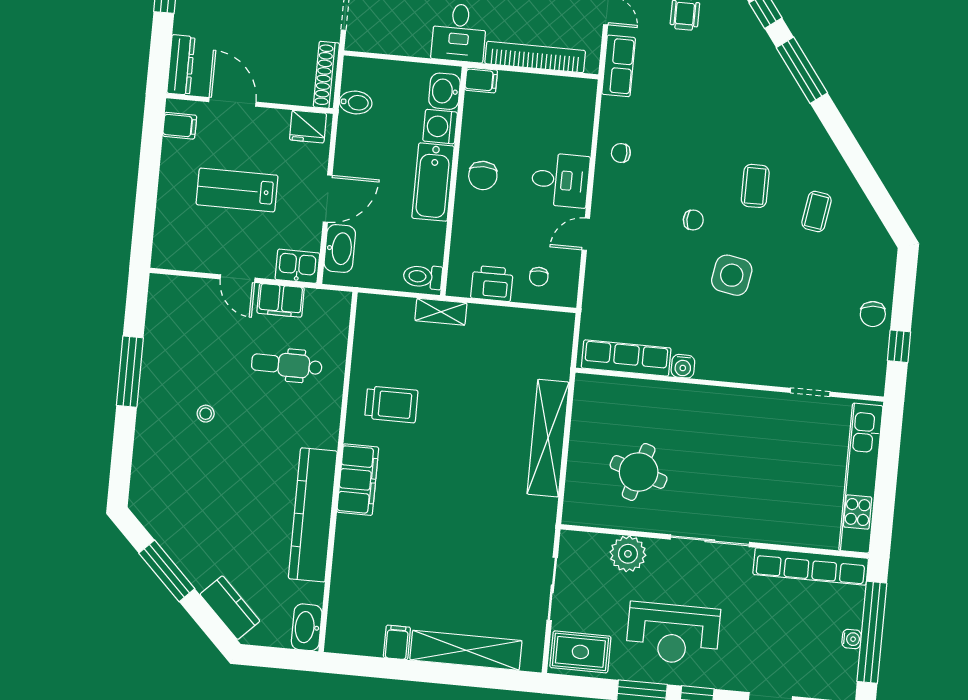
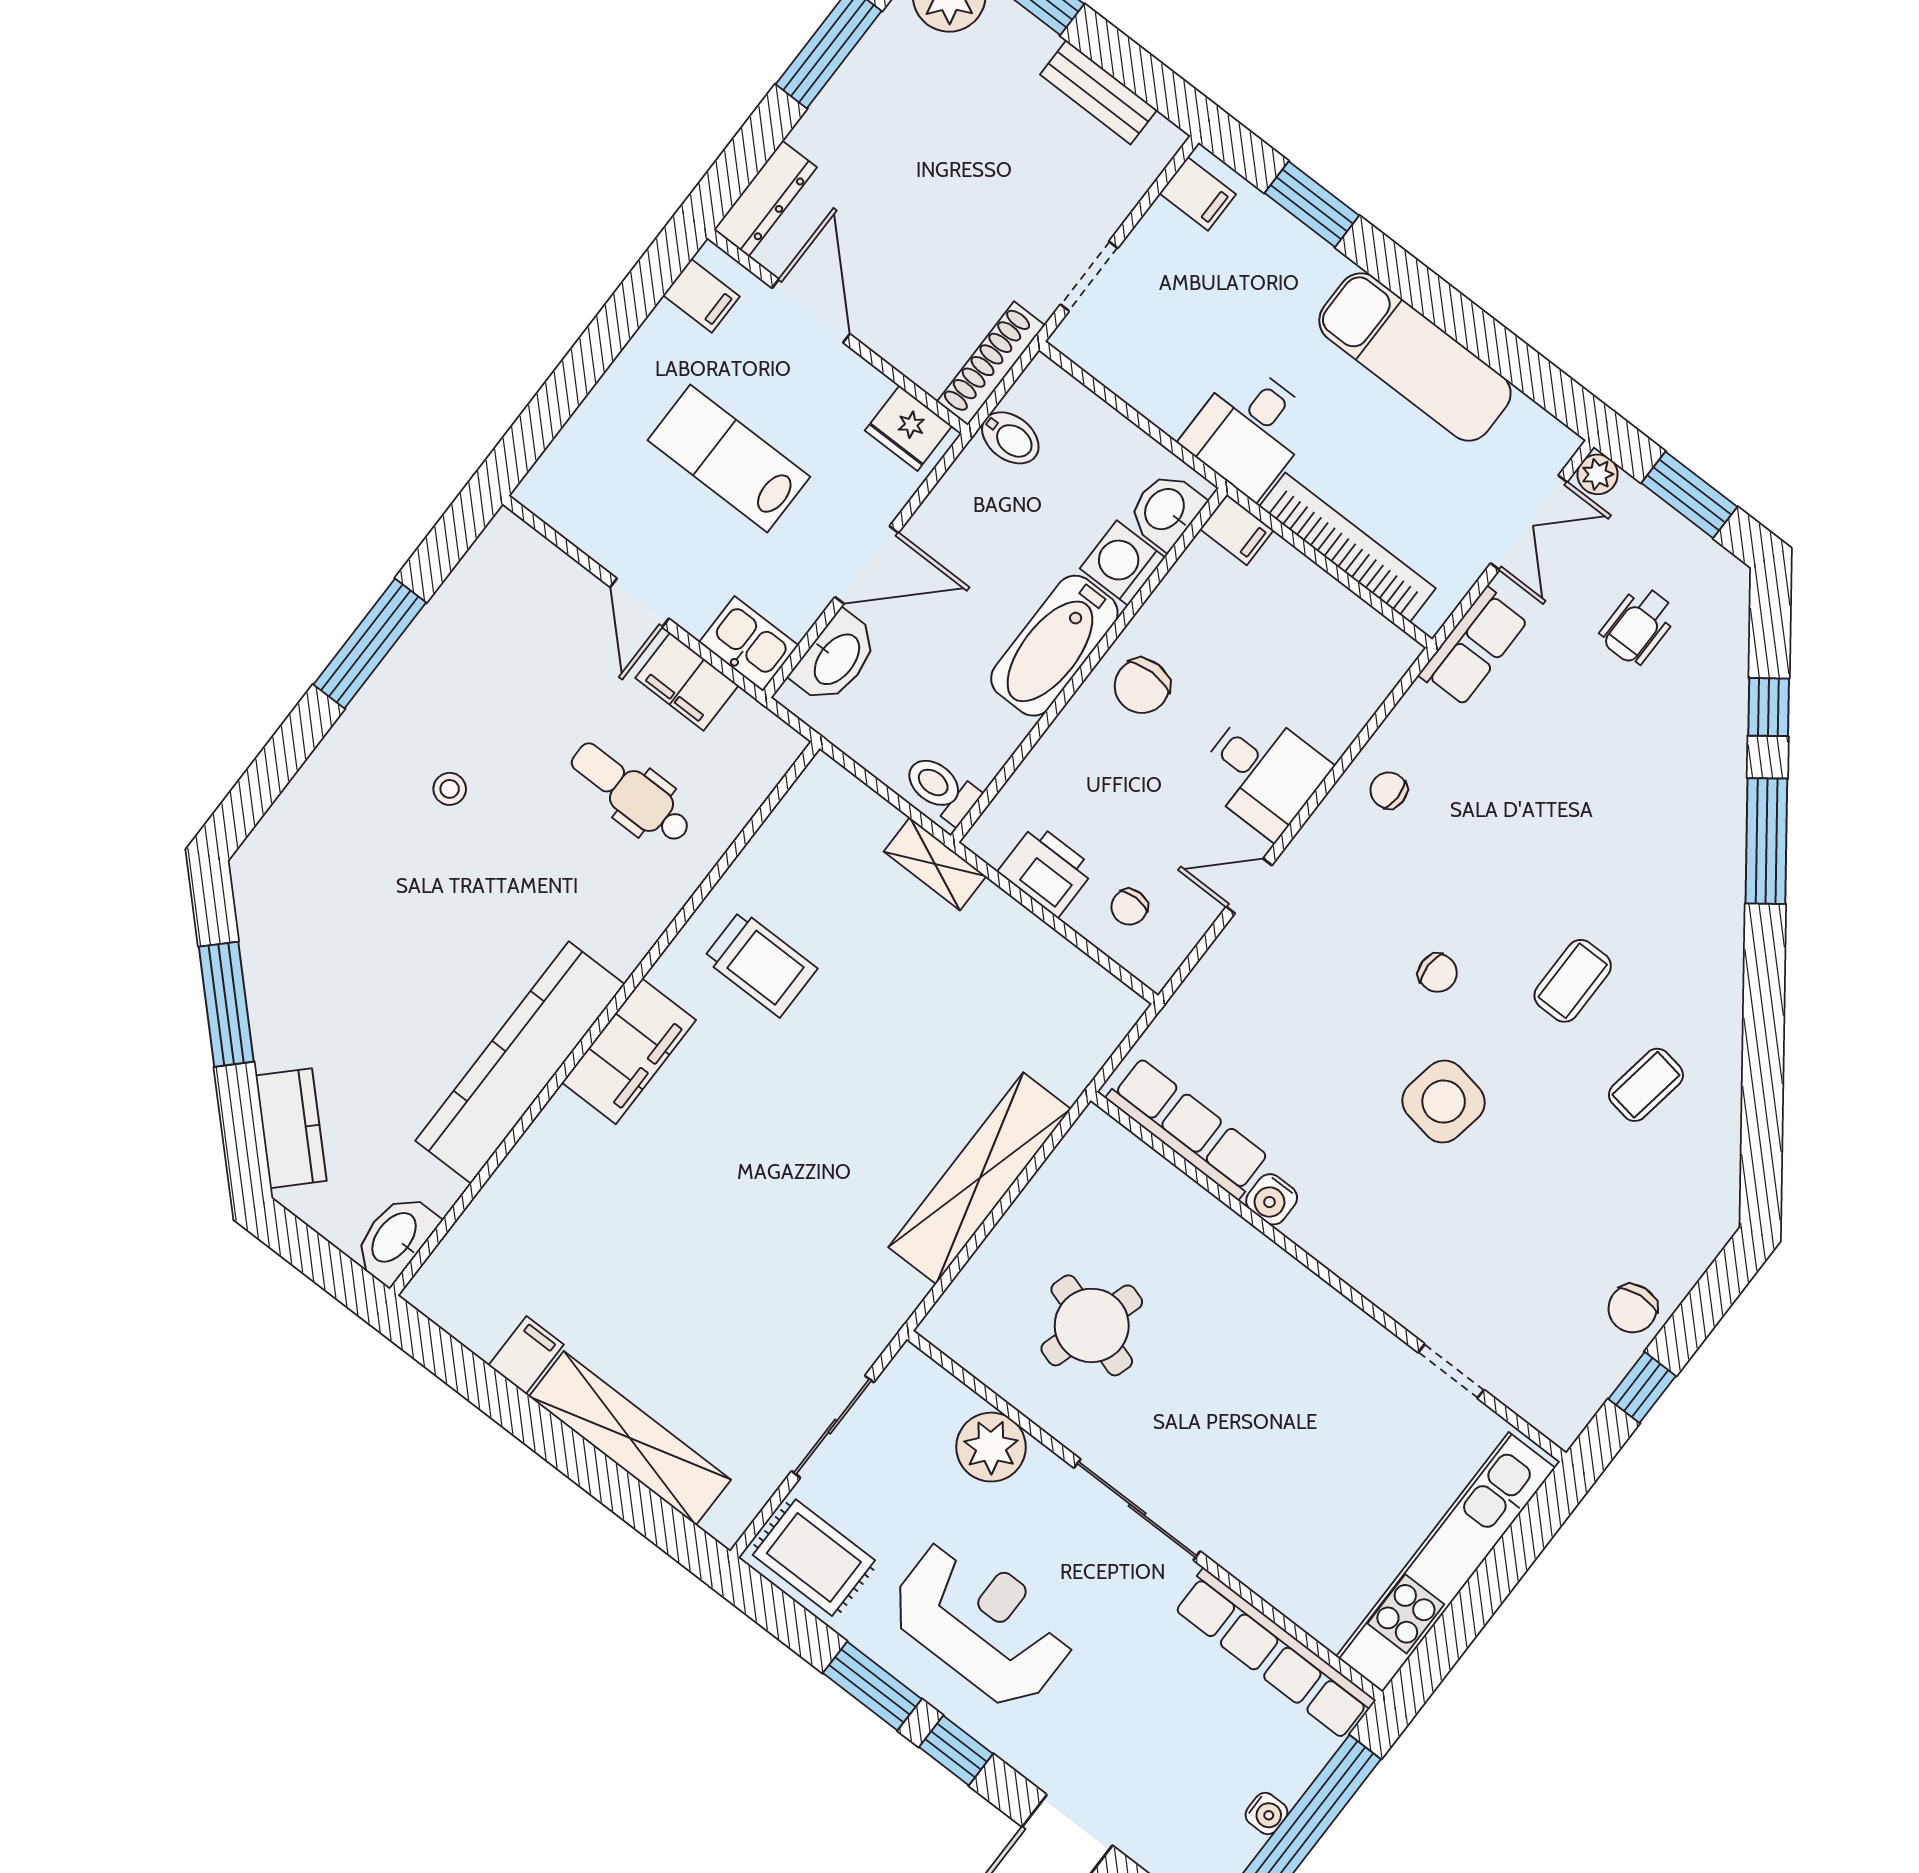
reception desk: (673, 634) -> (983, 1622), turned 180

